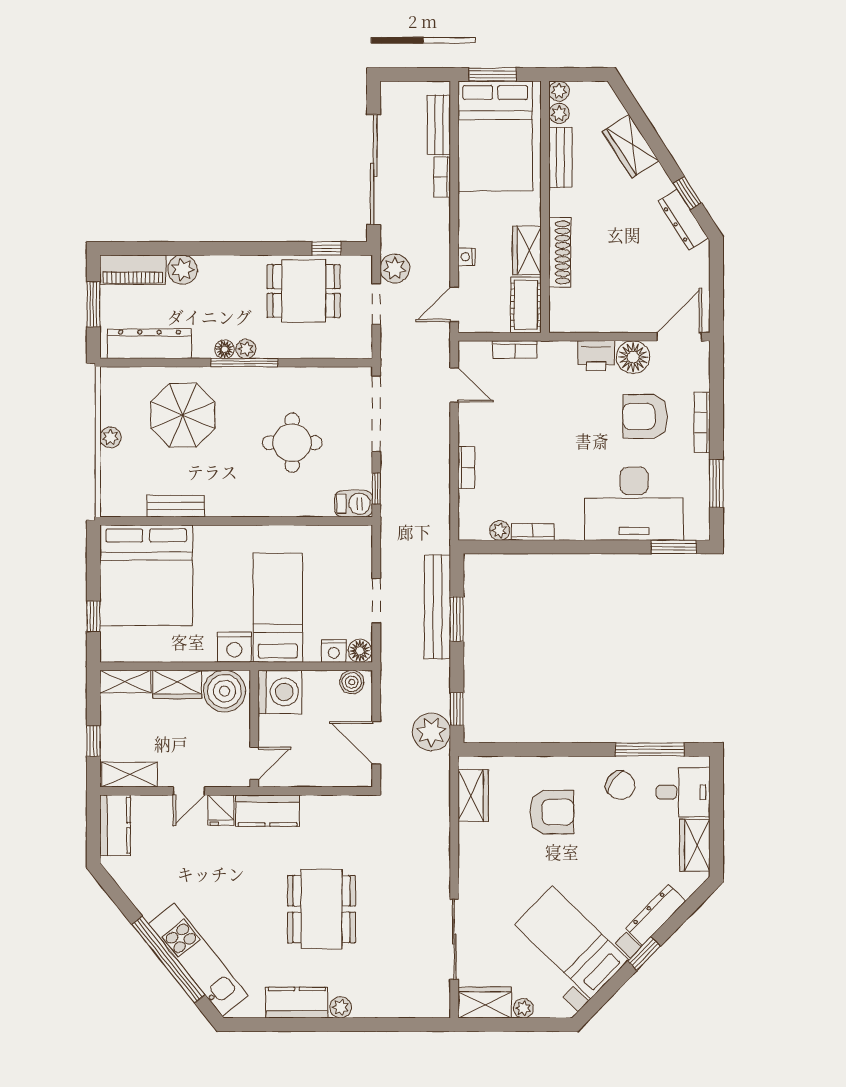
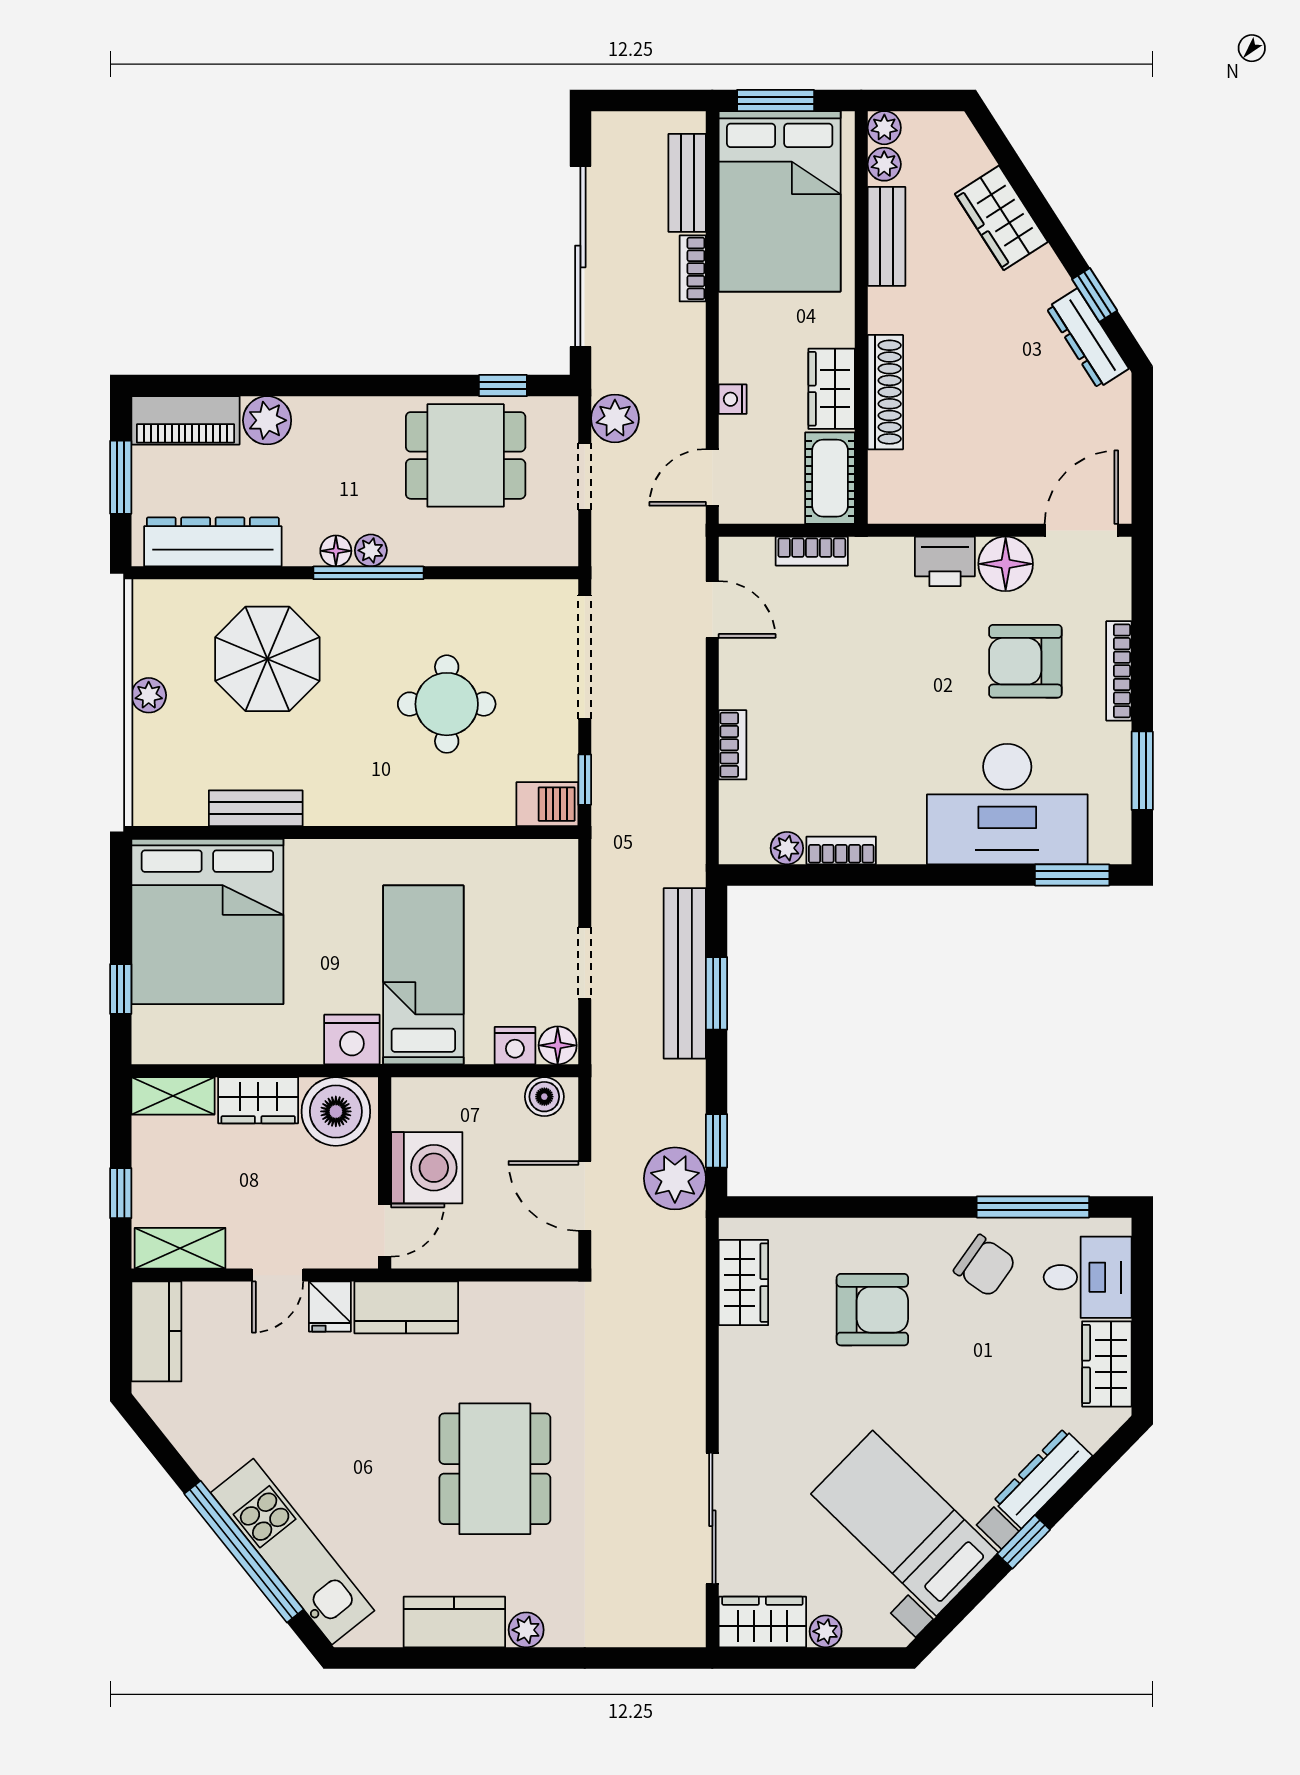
washing machine: (280, 692) -> (427, 1168), moved

